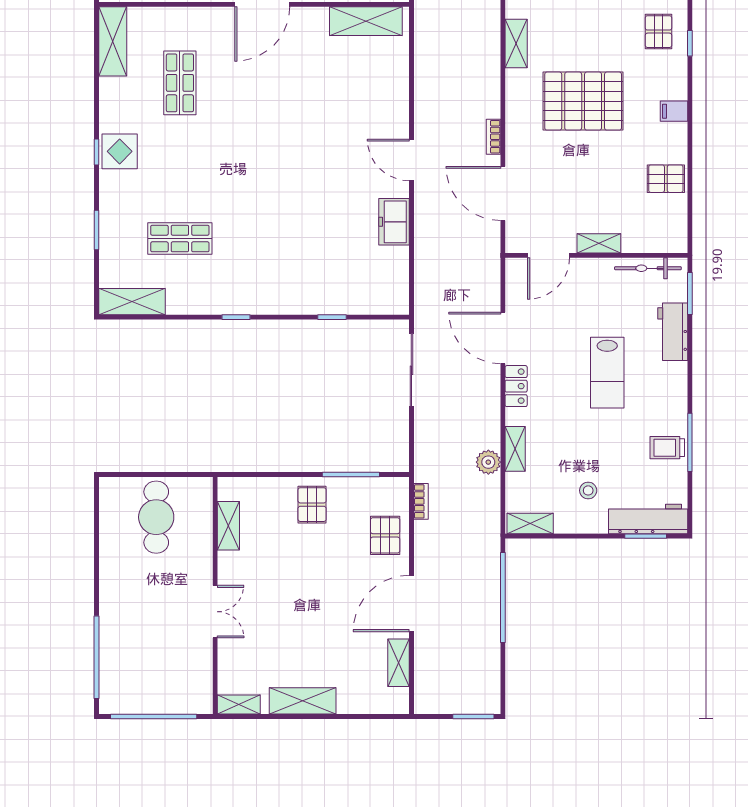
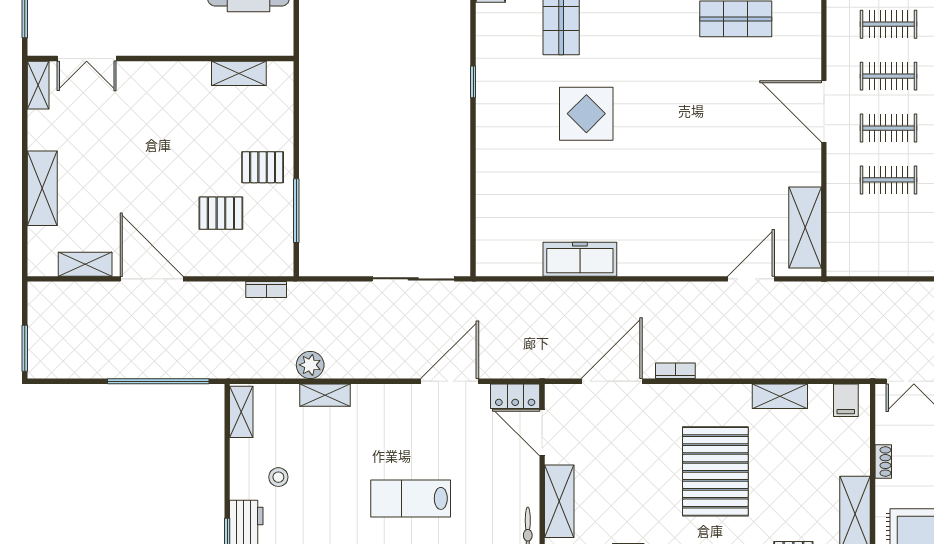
door: (411, 160) -> (751, 279), moved
display table: (264, 216) -> (586, 114), added
freezer: (394, 222) -> (580, 259), width x1.40
shelving: (599, 243) -> (559, 501), width x1.50, depth x1.33
window: (332, 317) -> (473, 190), removed
locker: (516, 386) -> (515, 396), moved
pallet: (385, 535) -> (221, 213), moved
double door: (215, 612) -> (87, 59), moved
shelving: (303, 701) -> (42, 188), moved

